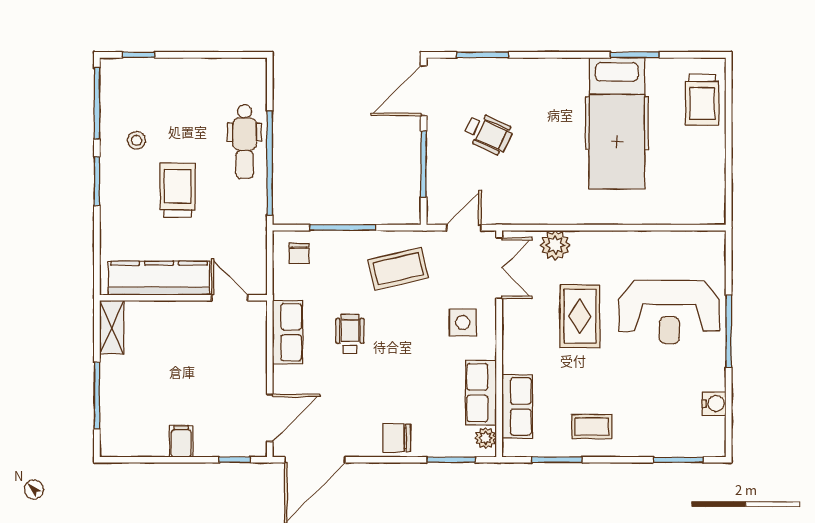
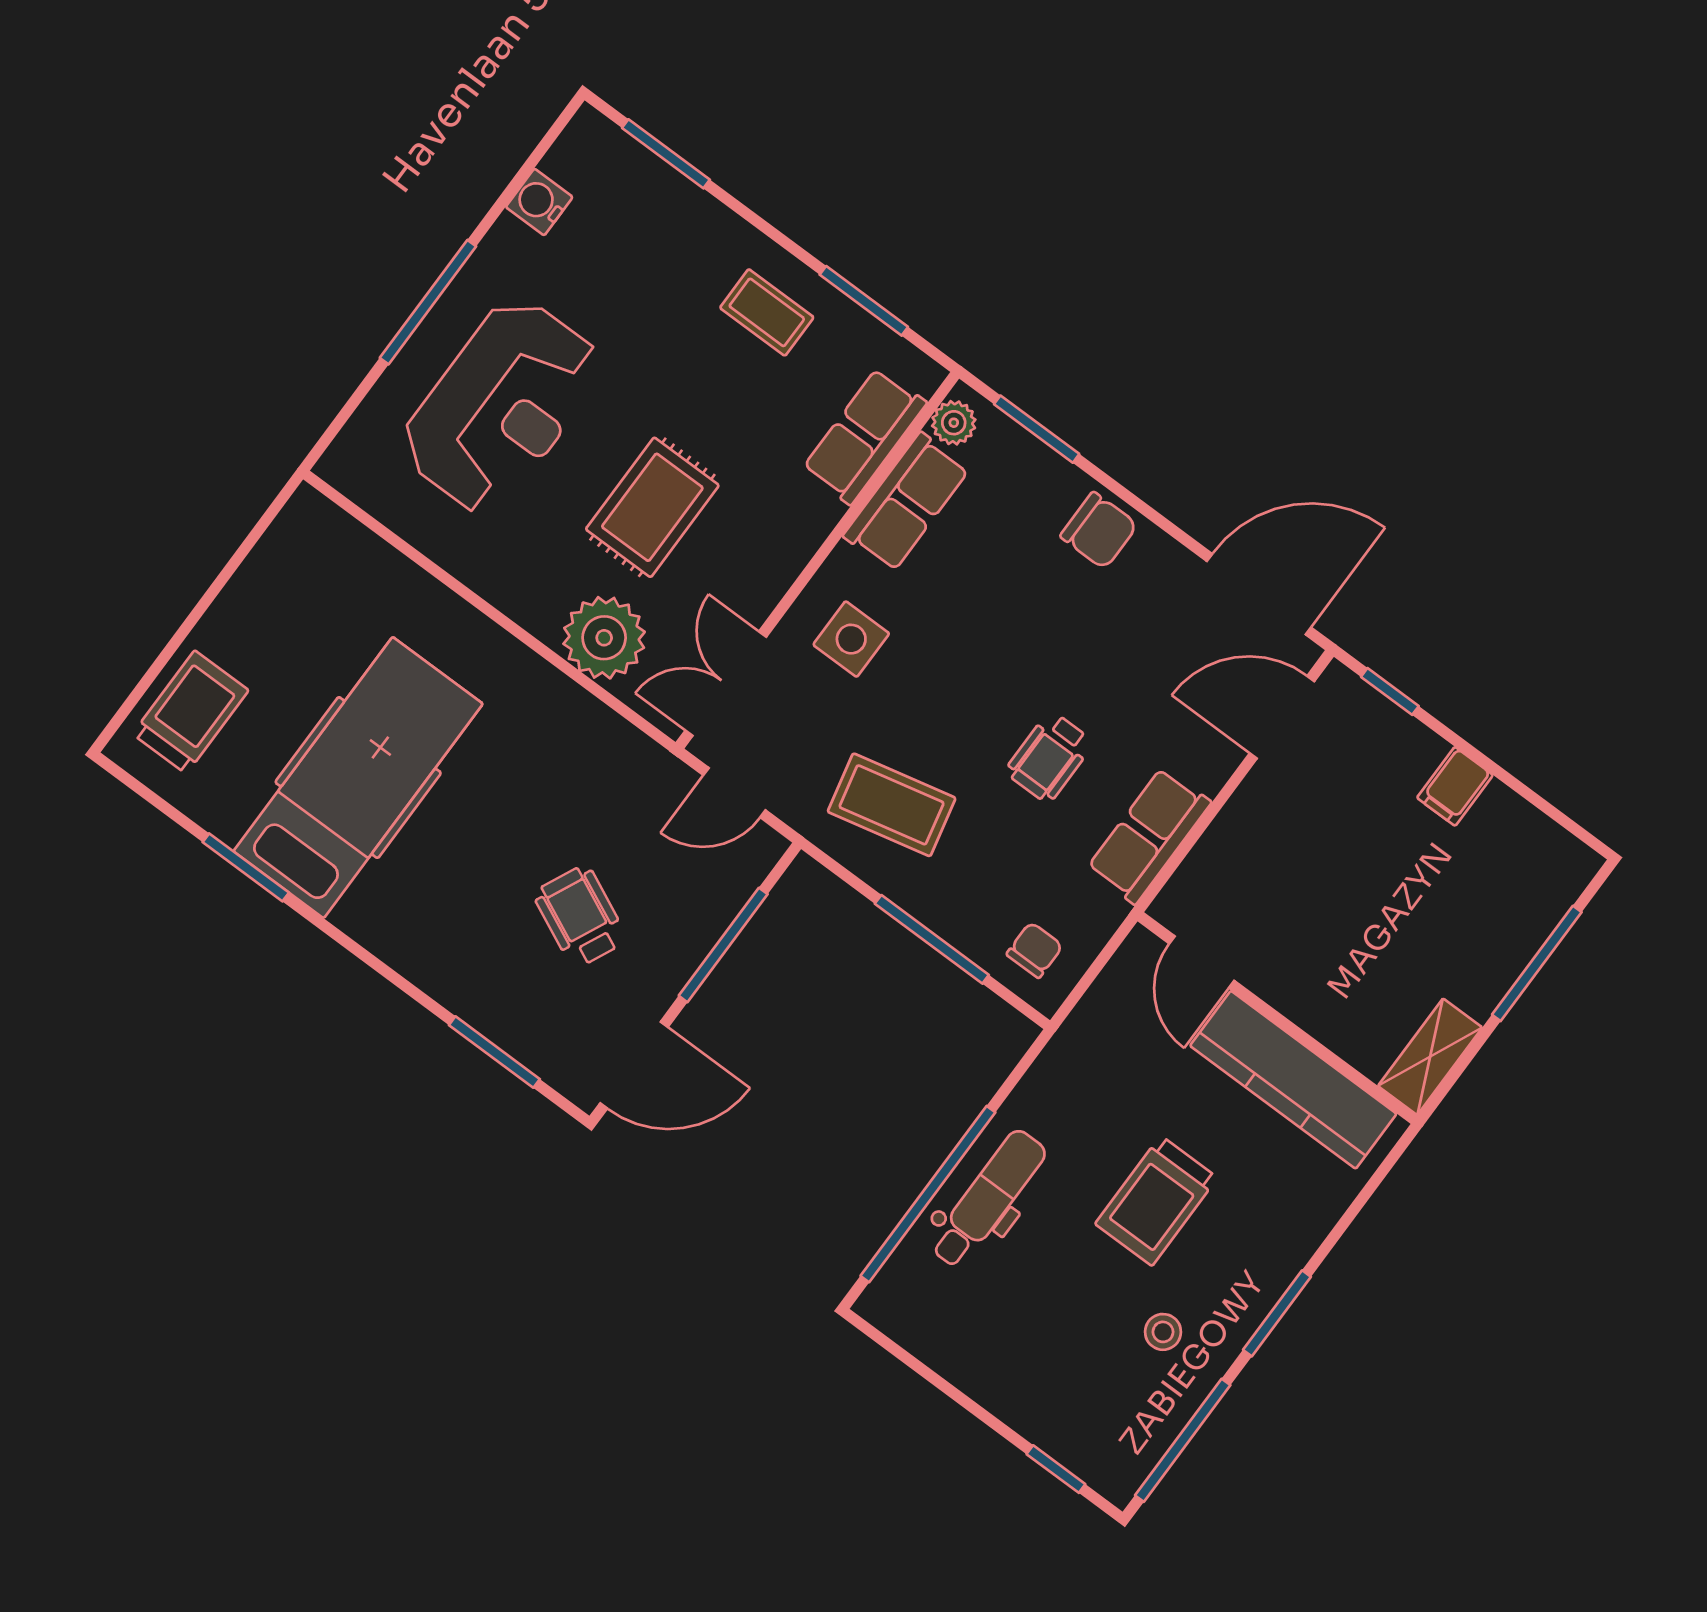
window: (270, 163) -> (928, 1194), moved
plant: (555, 245) -> (604, 638), width x1.36, depth x1.36
reception desk: (669, 312) -> (501, 406), turned 90

